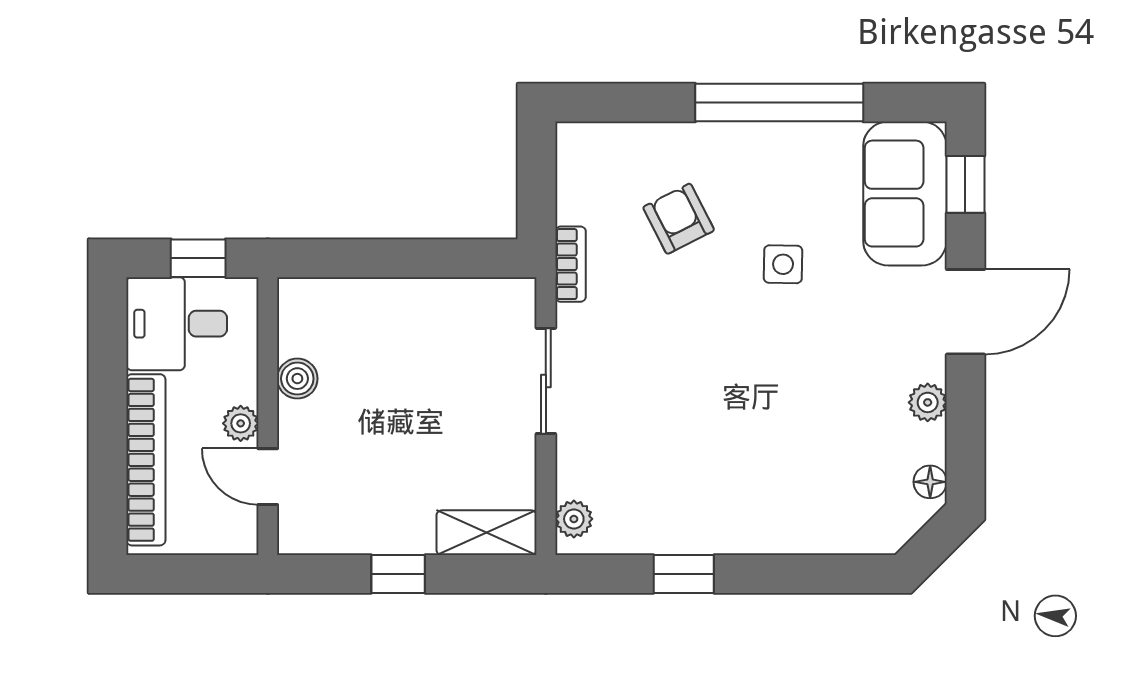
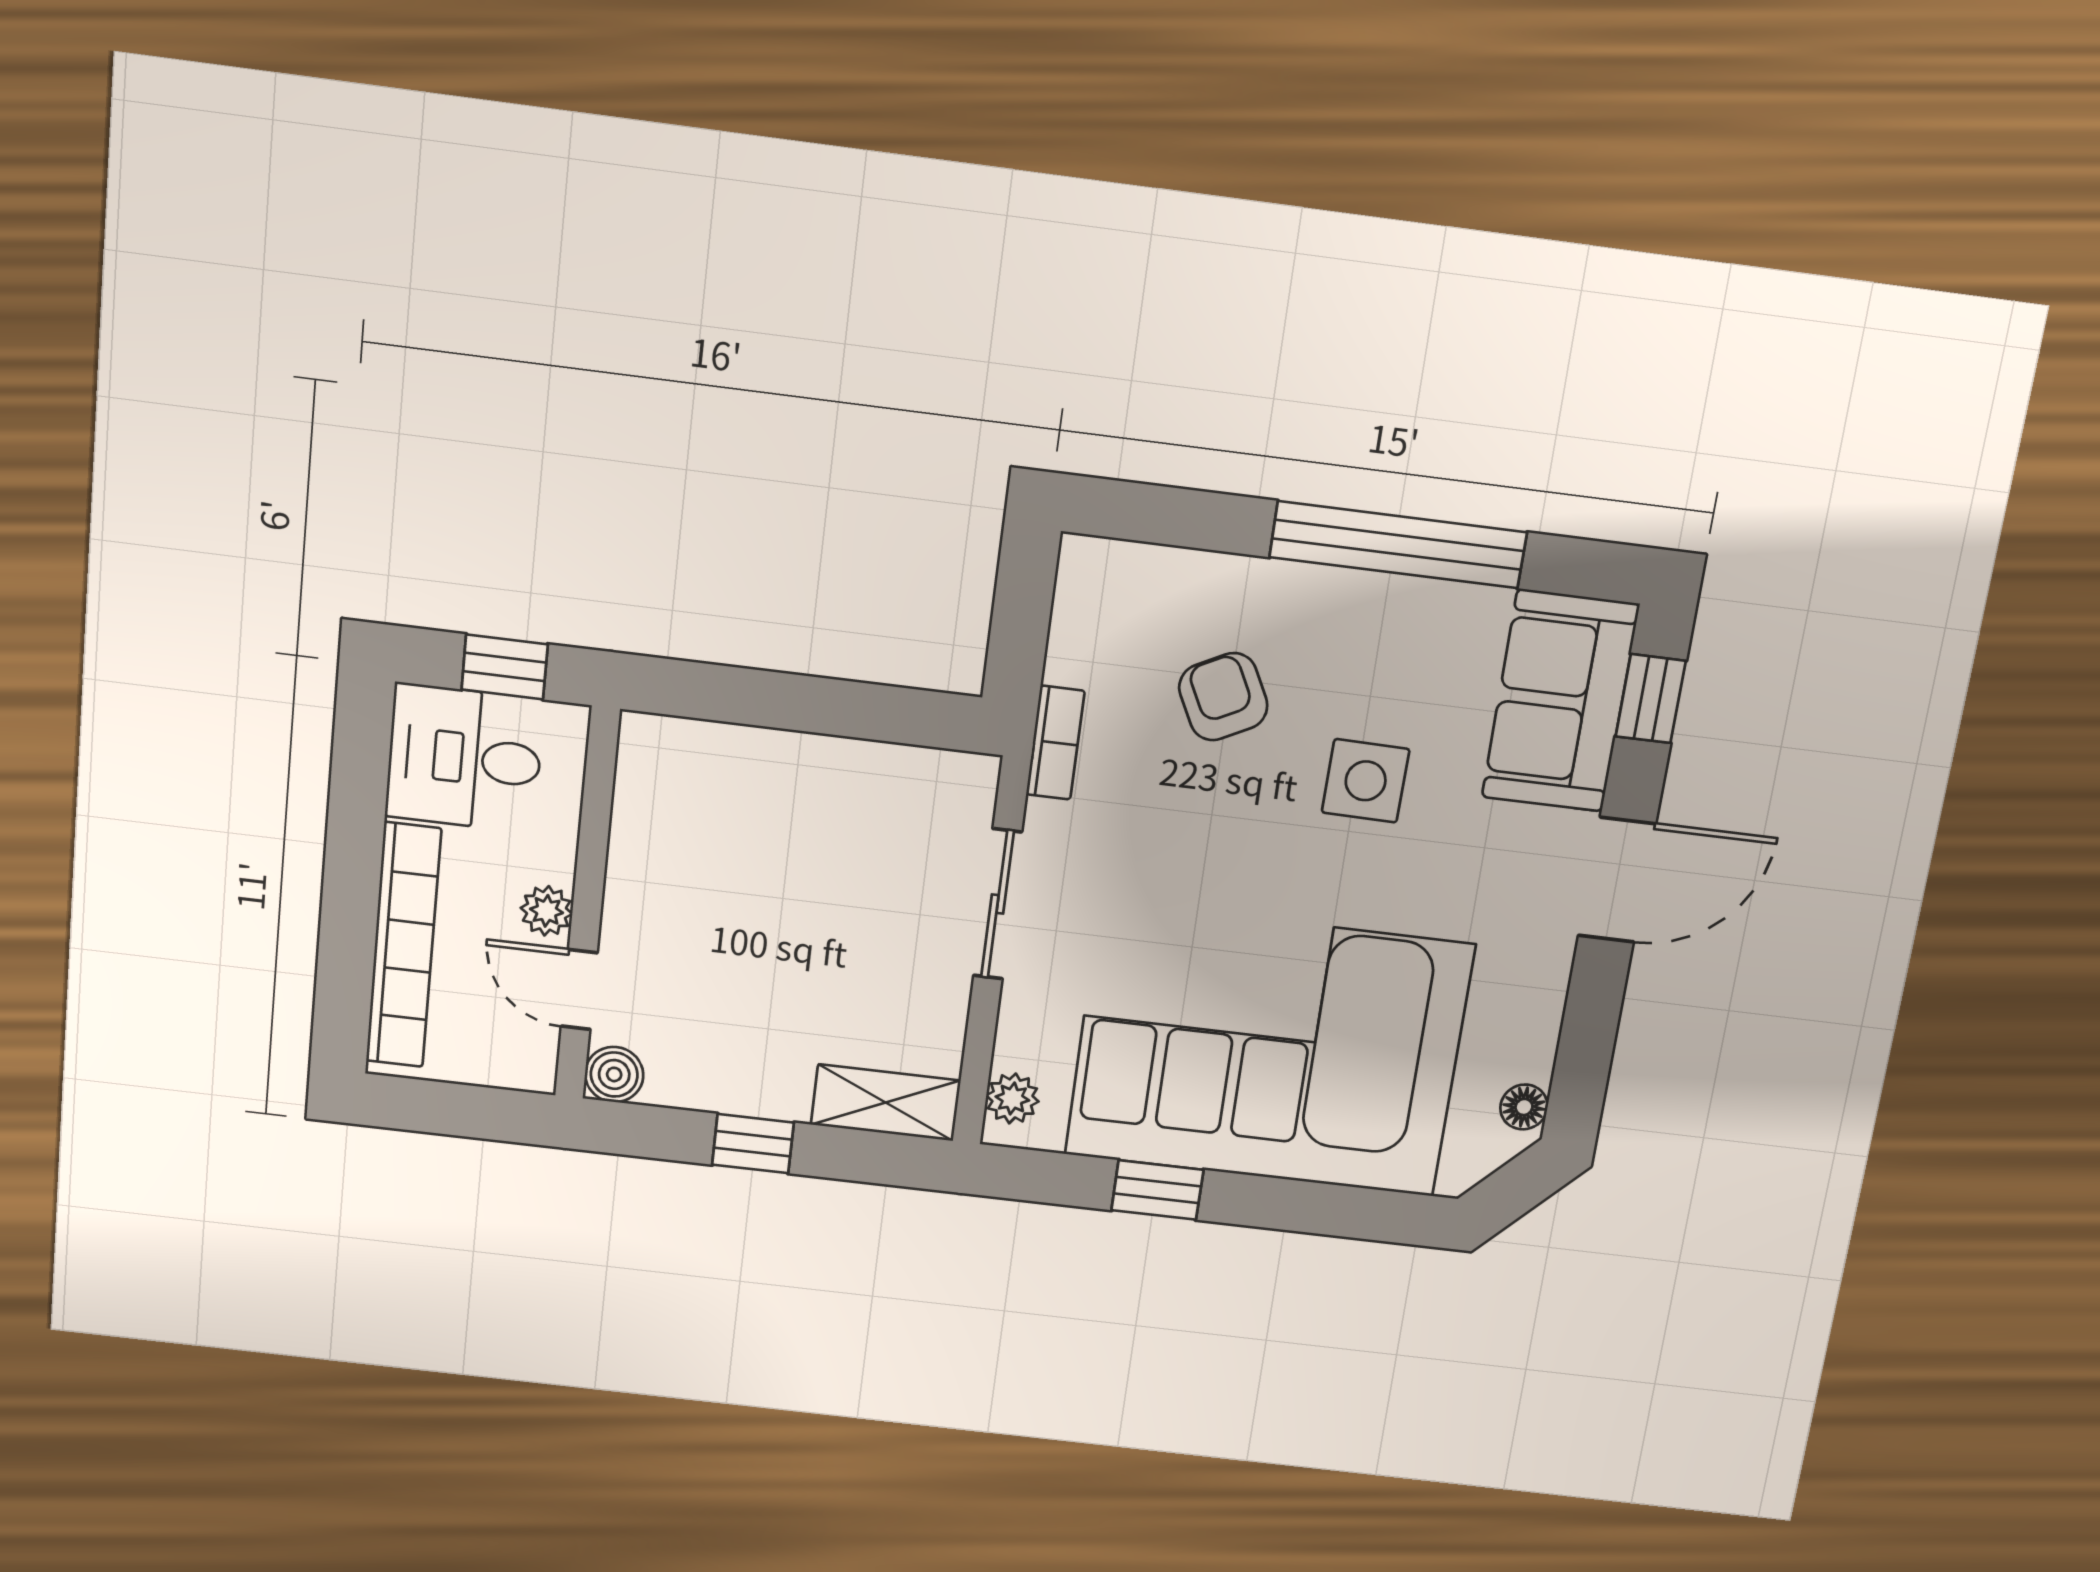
side table: (783, 264) -> (1366, 781), width x1.37, depth x1.37
boiler: (297, 379) -> (614, 1074), moved
plant: (928, 402) -> (1540, 999), removed
corner sofa: (746, 462) -> (1269, 1050), added

